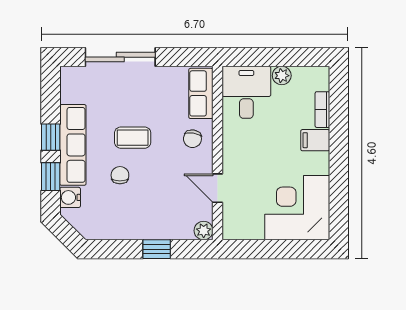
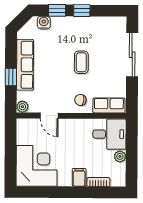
row of seats: (73, 145) -> (25, 65), moved, turned -90
chair: (120, 175) -> (58, 54), removed
door: (218, 188) -> (49, 116), swing flipped

